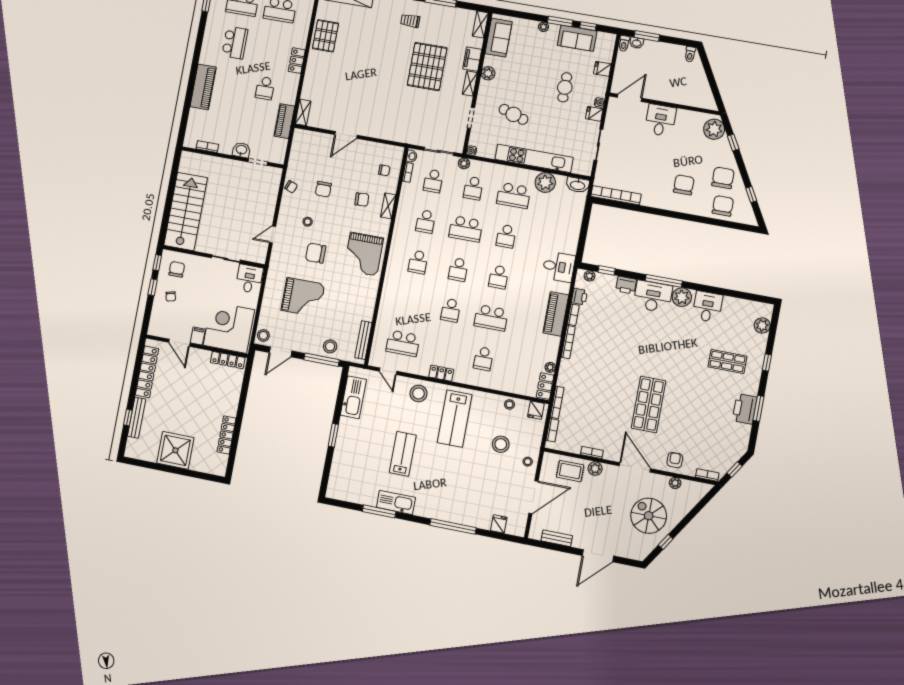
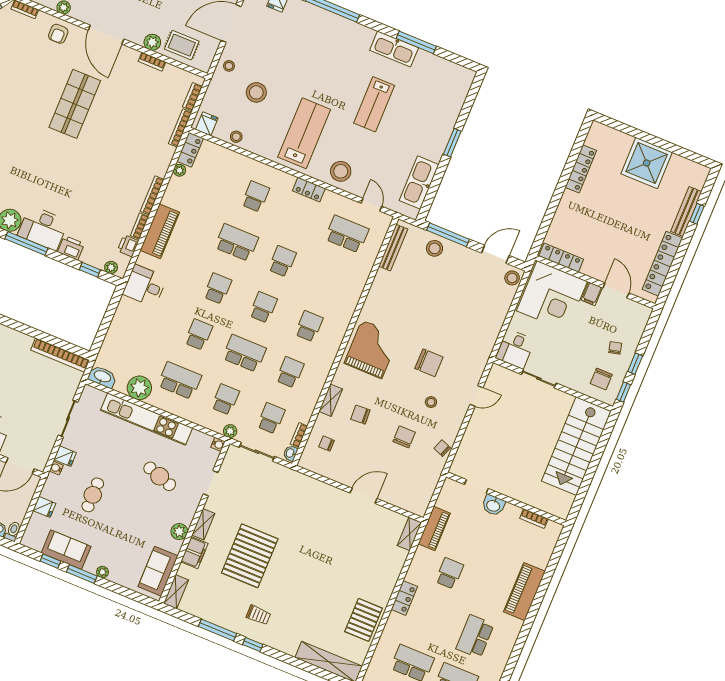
grand piano: (303, 297) -> (455, 313), removed

